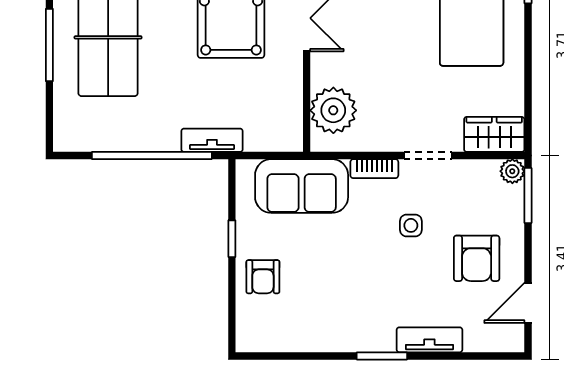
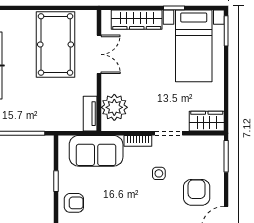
tv unit: (212, 140) -> (90, 114), moved, turned -90
plant: (512, 171) -> (217, 142), removed
armchair: (477, 258) -> (197, 192), turned 180
armchair: (263, 277) -> (74, 203), turned -90

